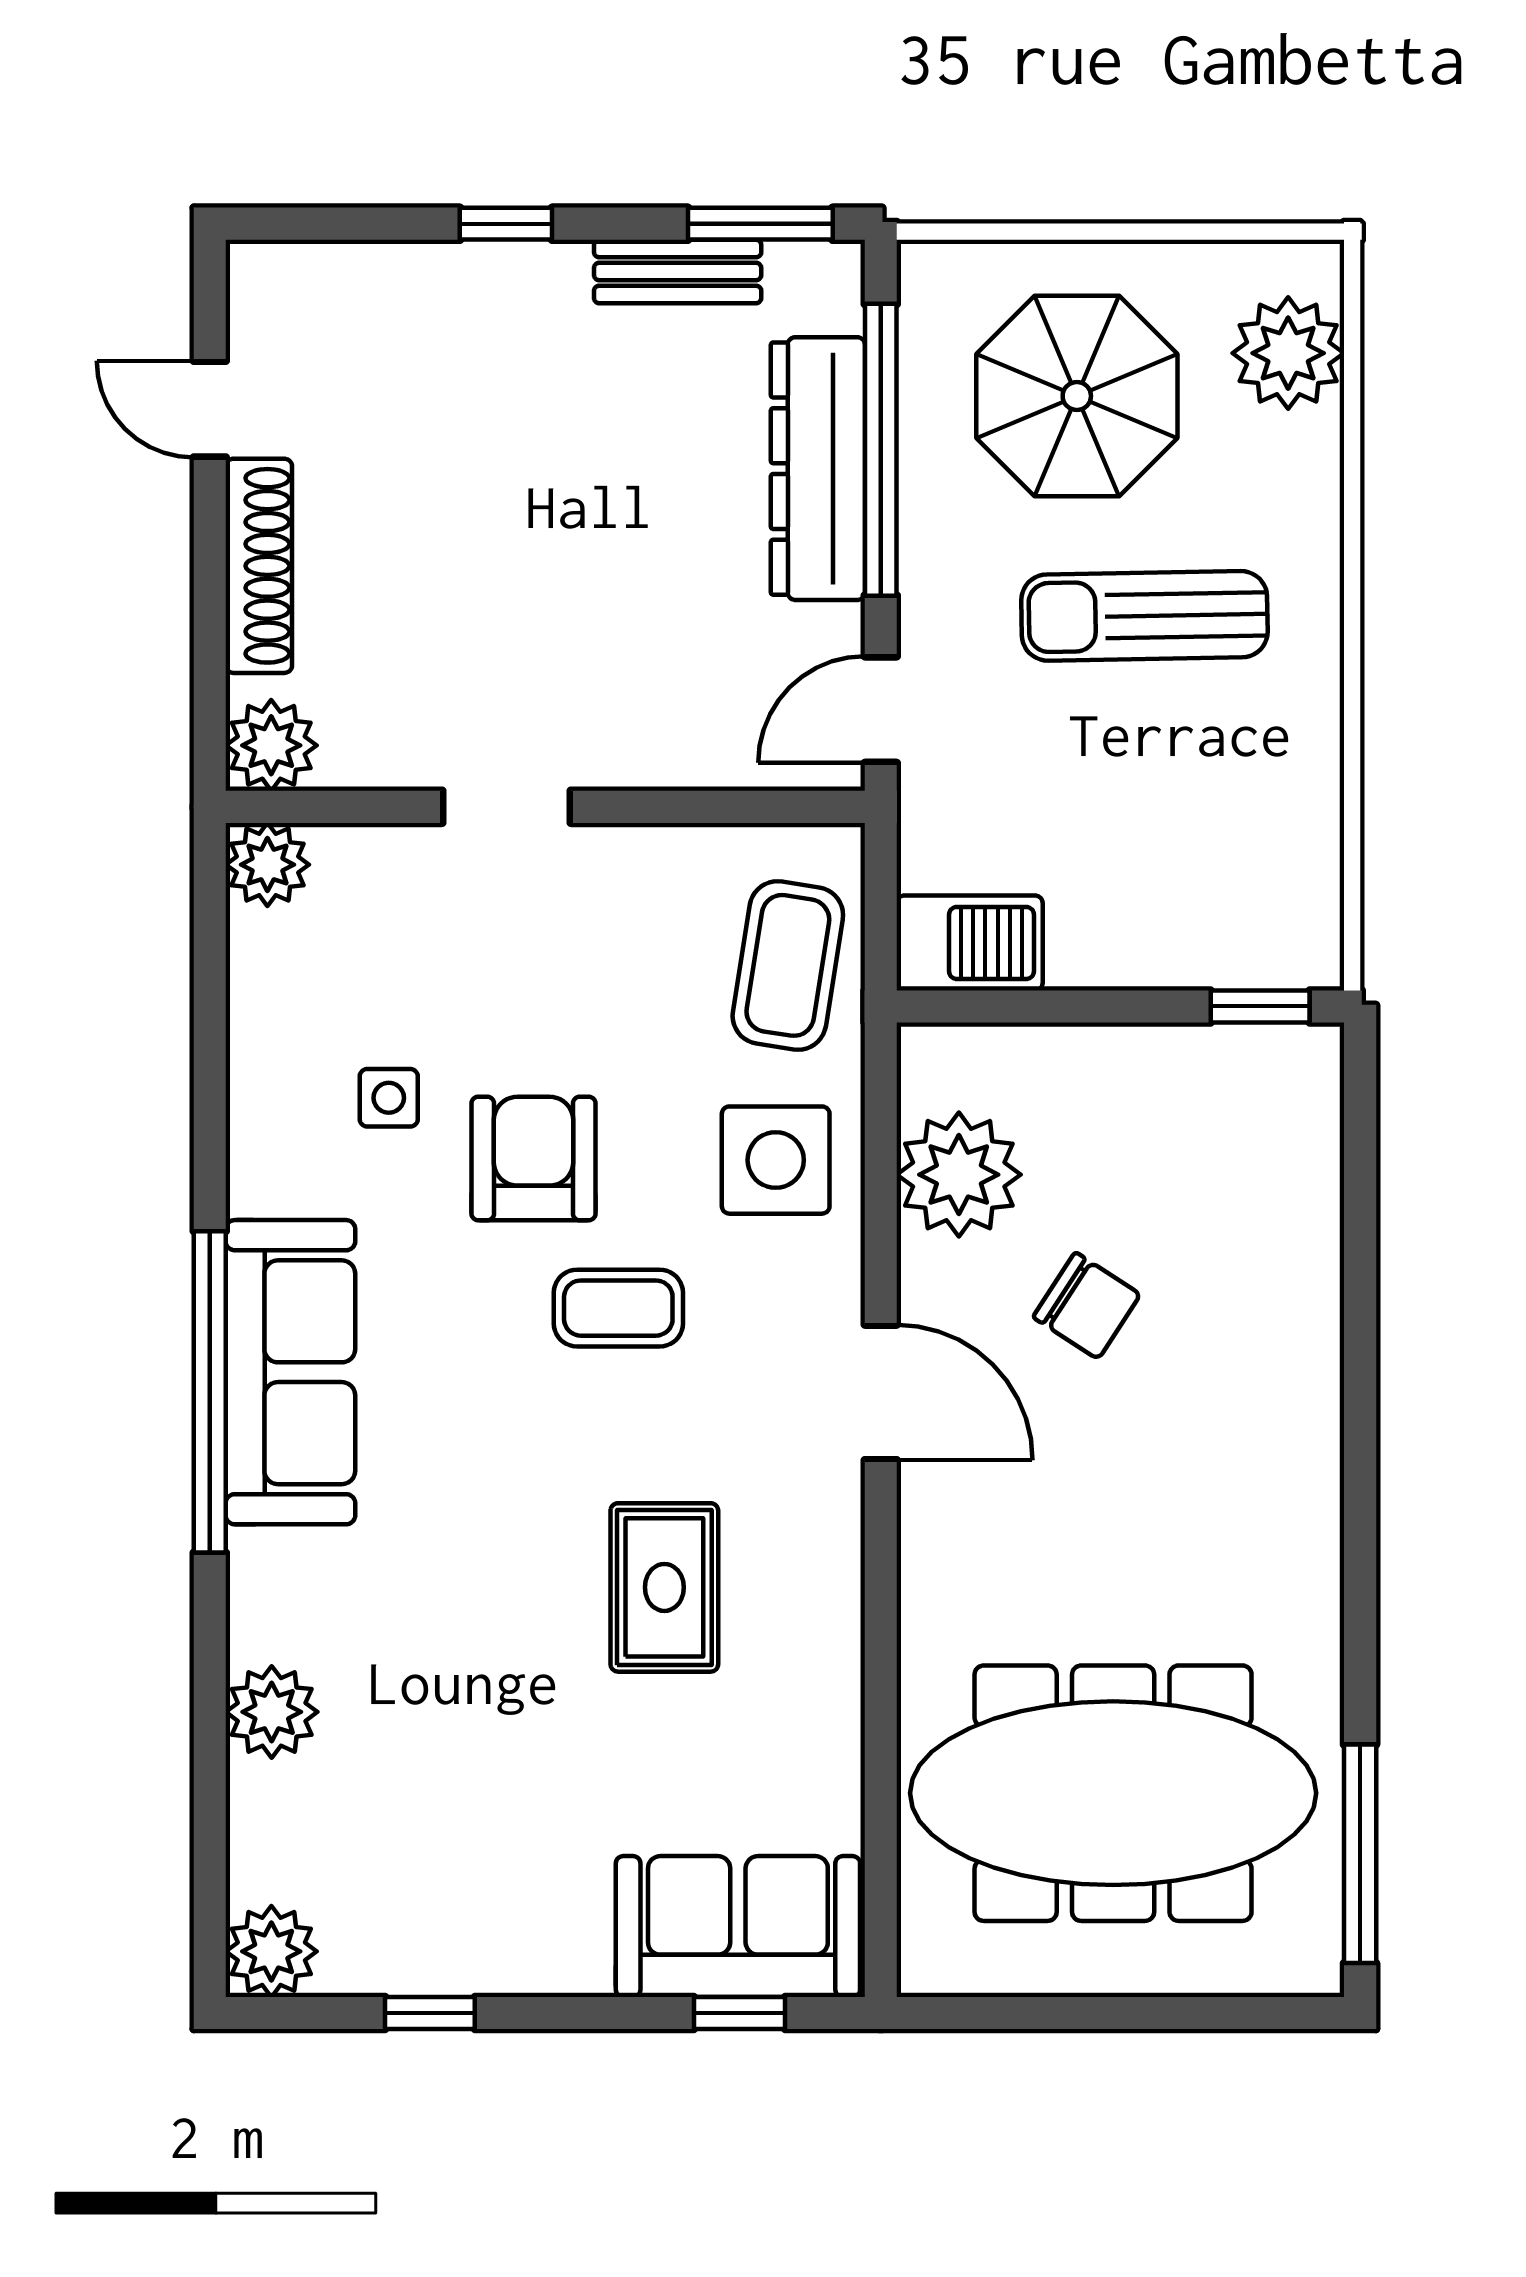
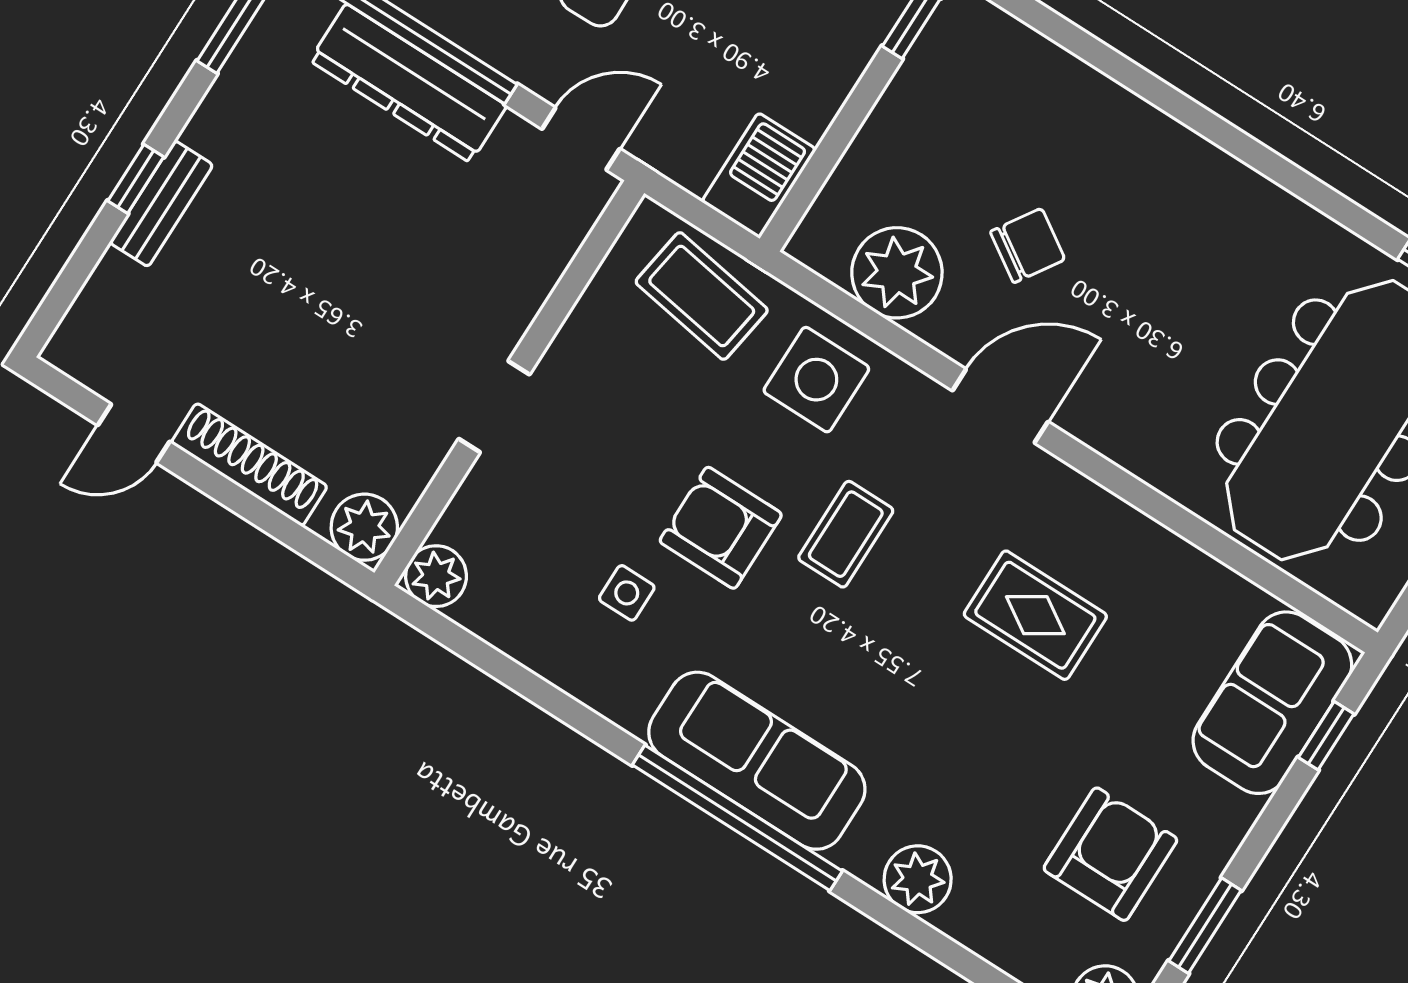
bench: (678, 272) -> (161, 204), moved
door: (881, 710) -> (581, 139), swing flipped
plant: (272, 1712) -> (918, 879), moved
armchair: (443, 1851) -> (1110, 854), added
window: (430, 2013) -> (1205, 926), width x1.50

